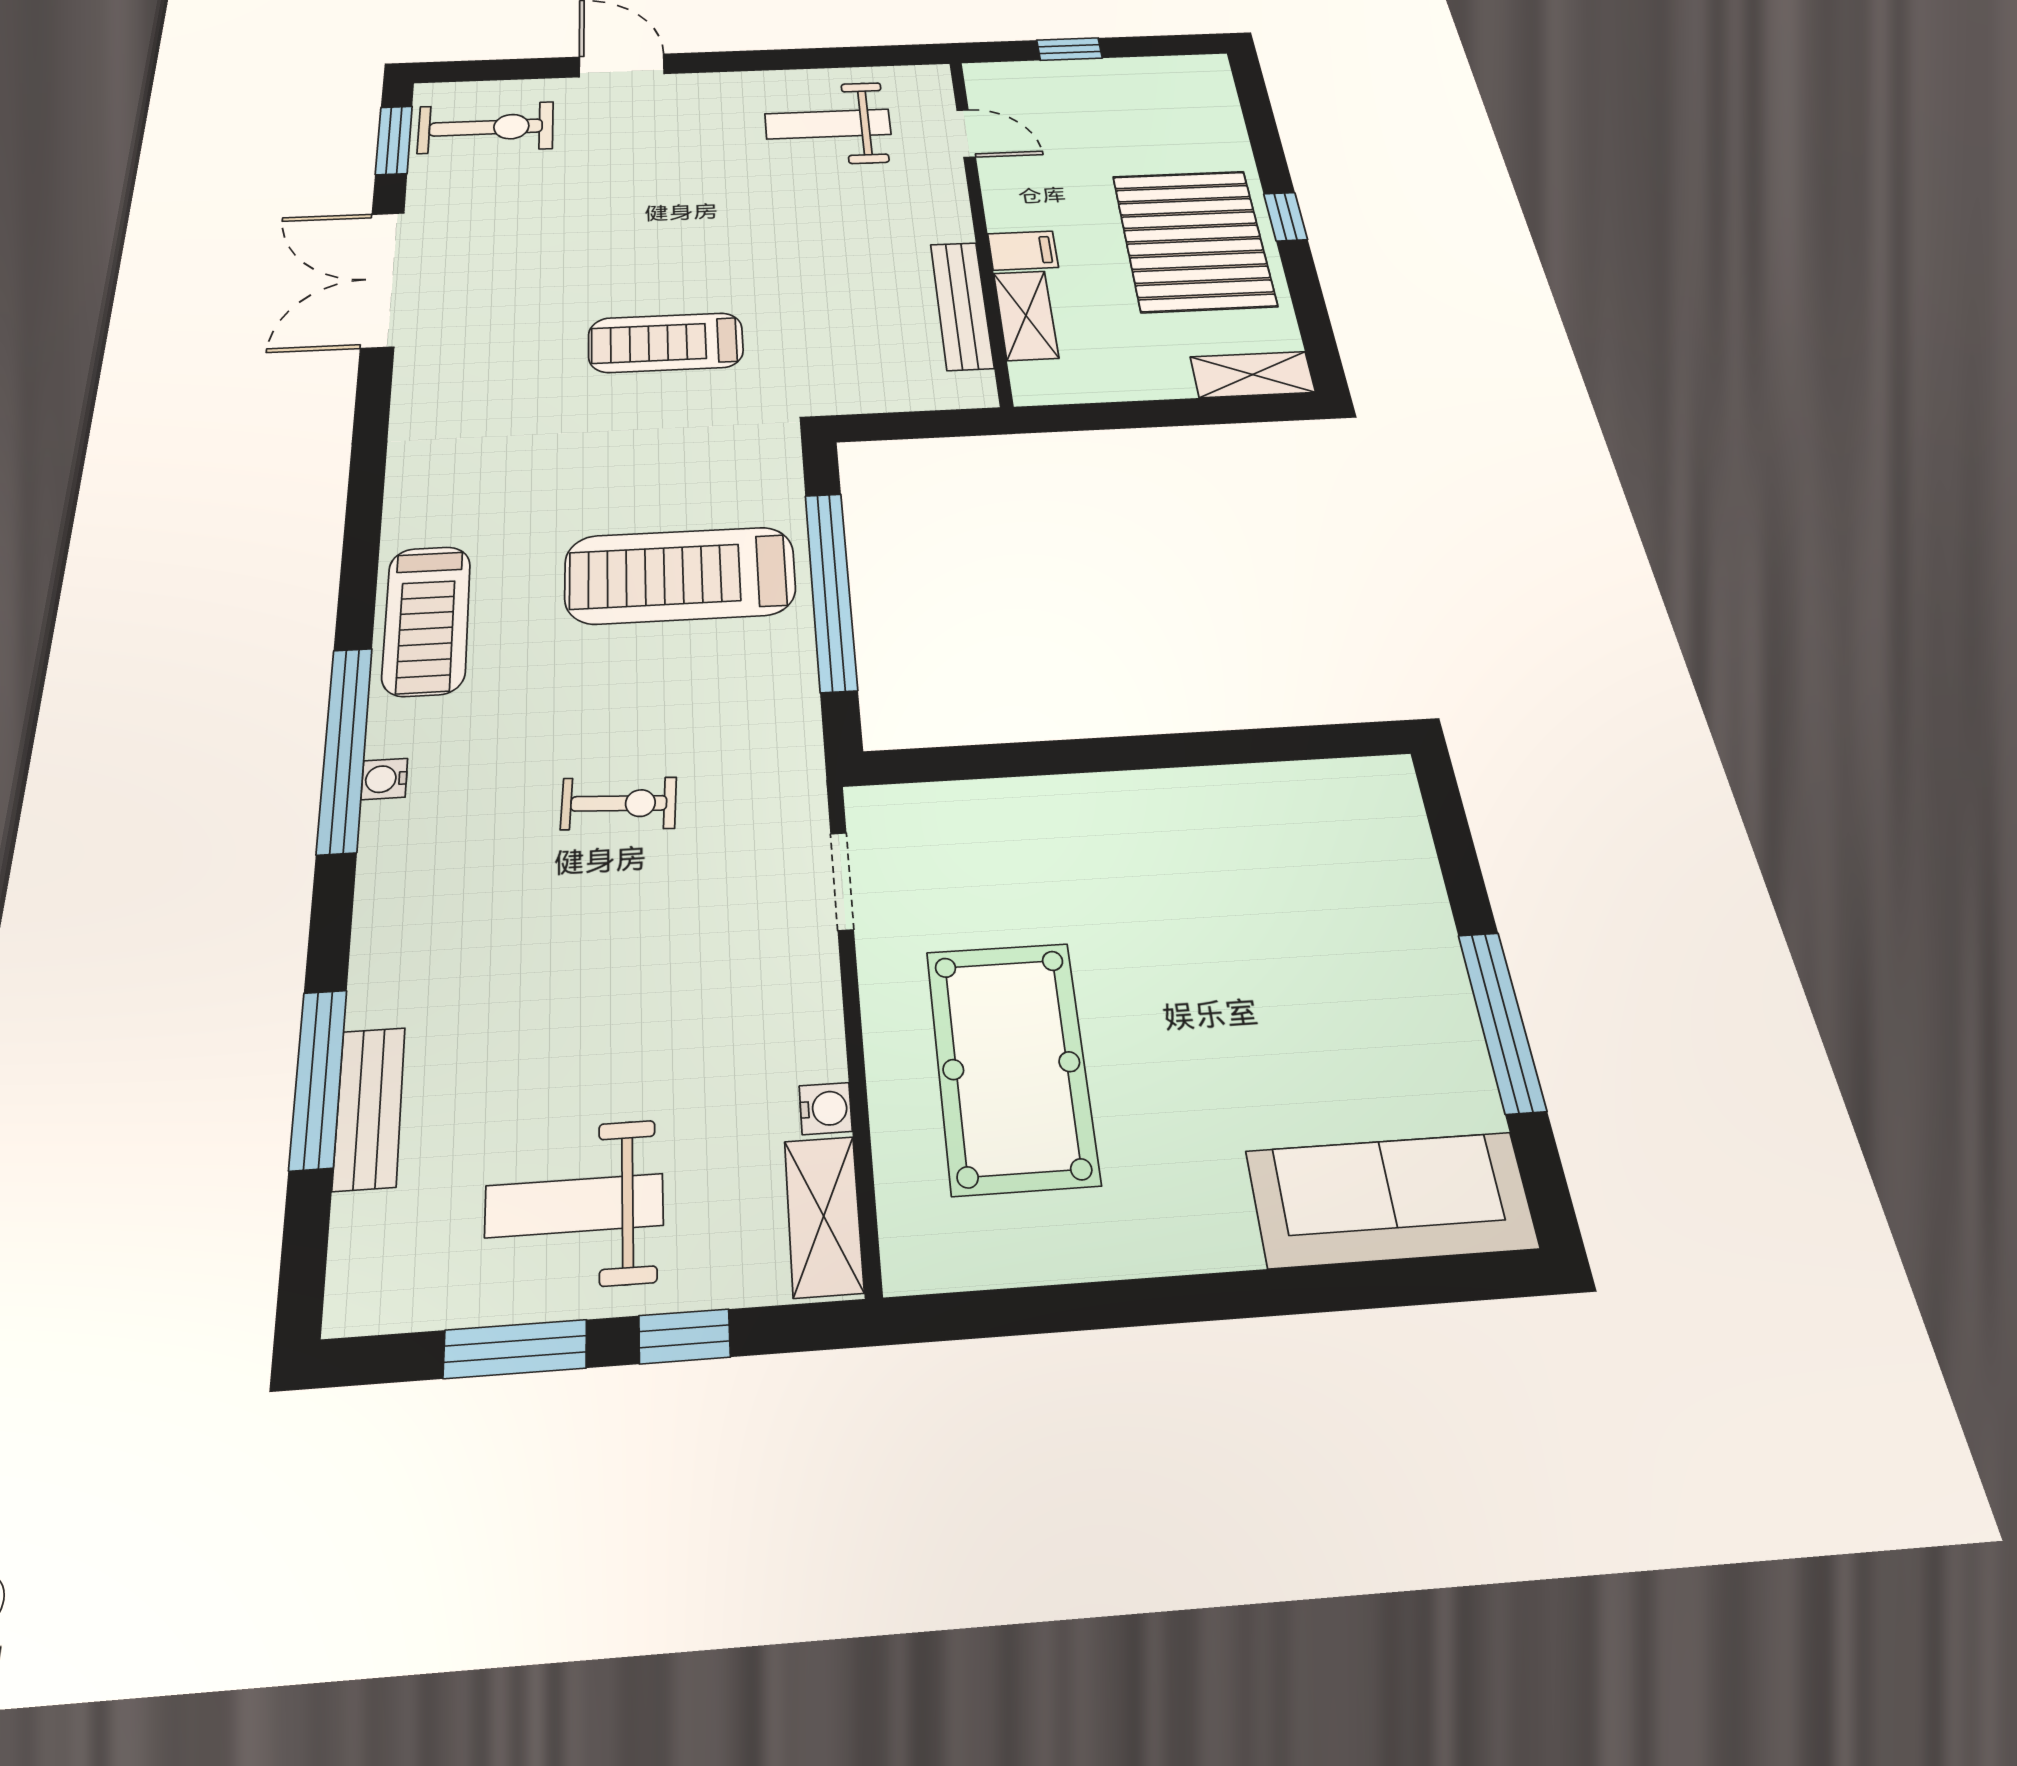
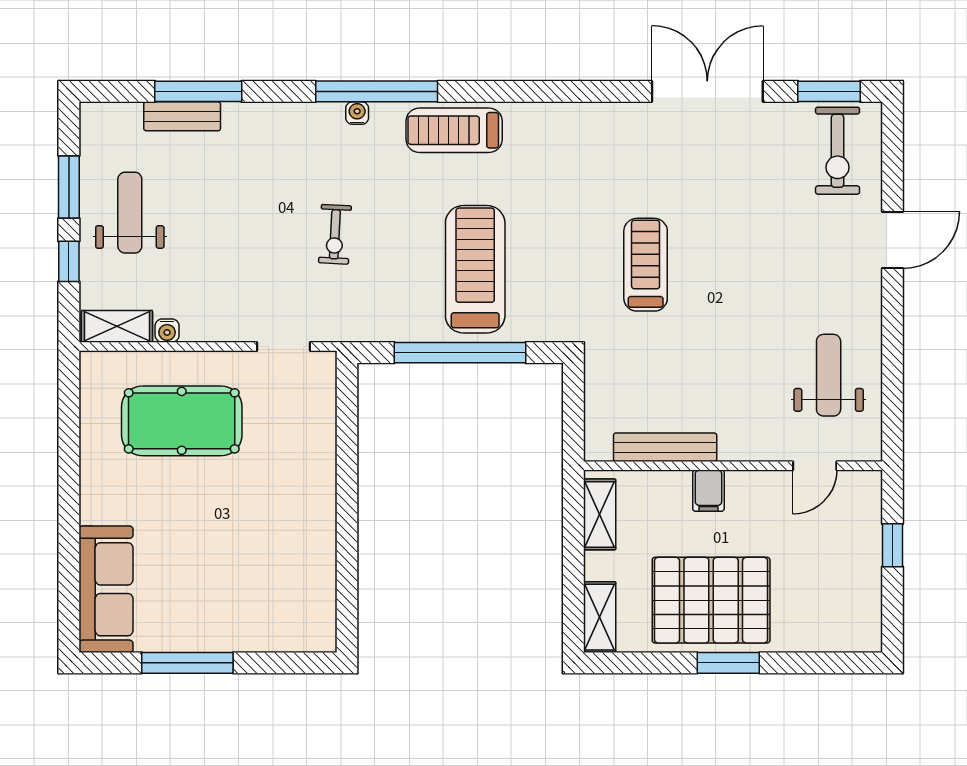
window: (1285, 217) -> (728, 663), width x1.50
shelving: (1026, 315) -> (600, 514), moved, turned 90

